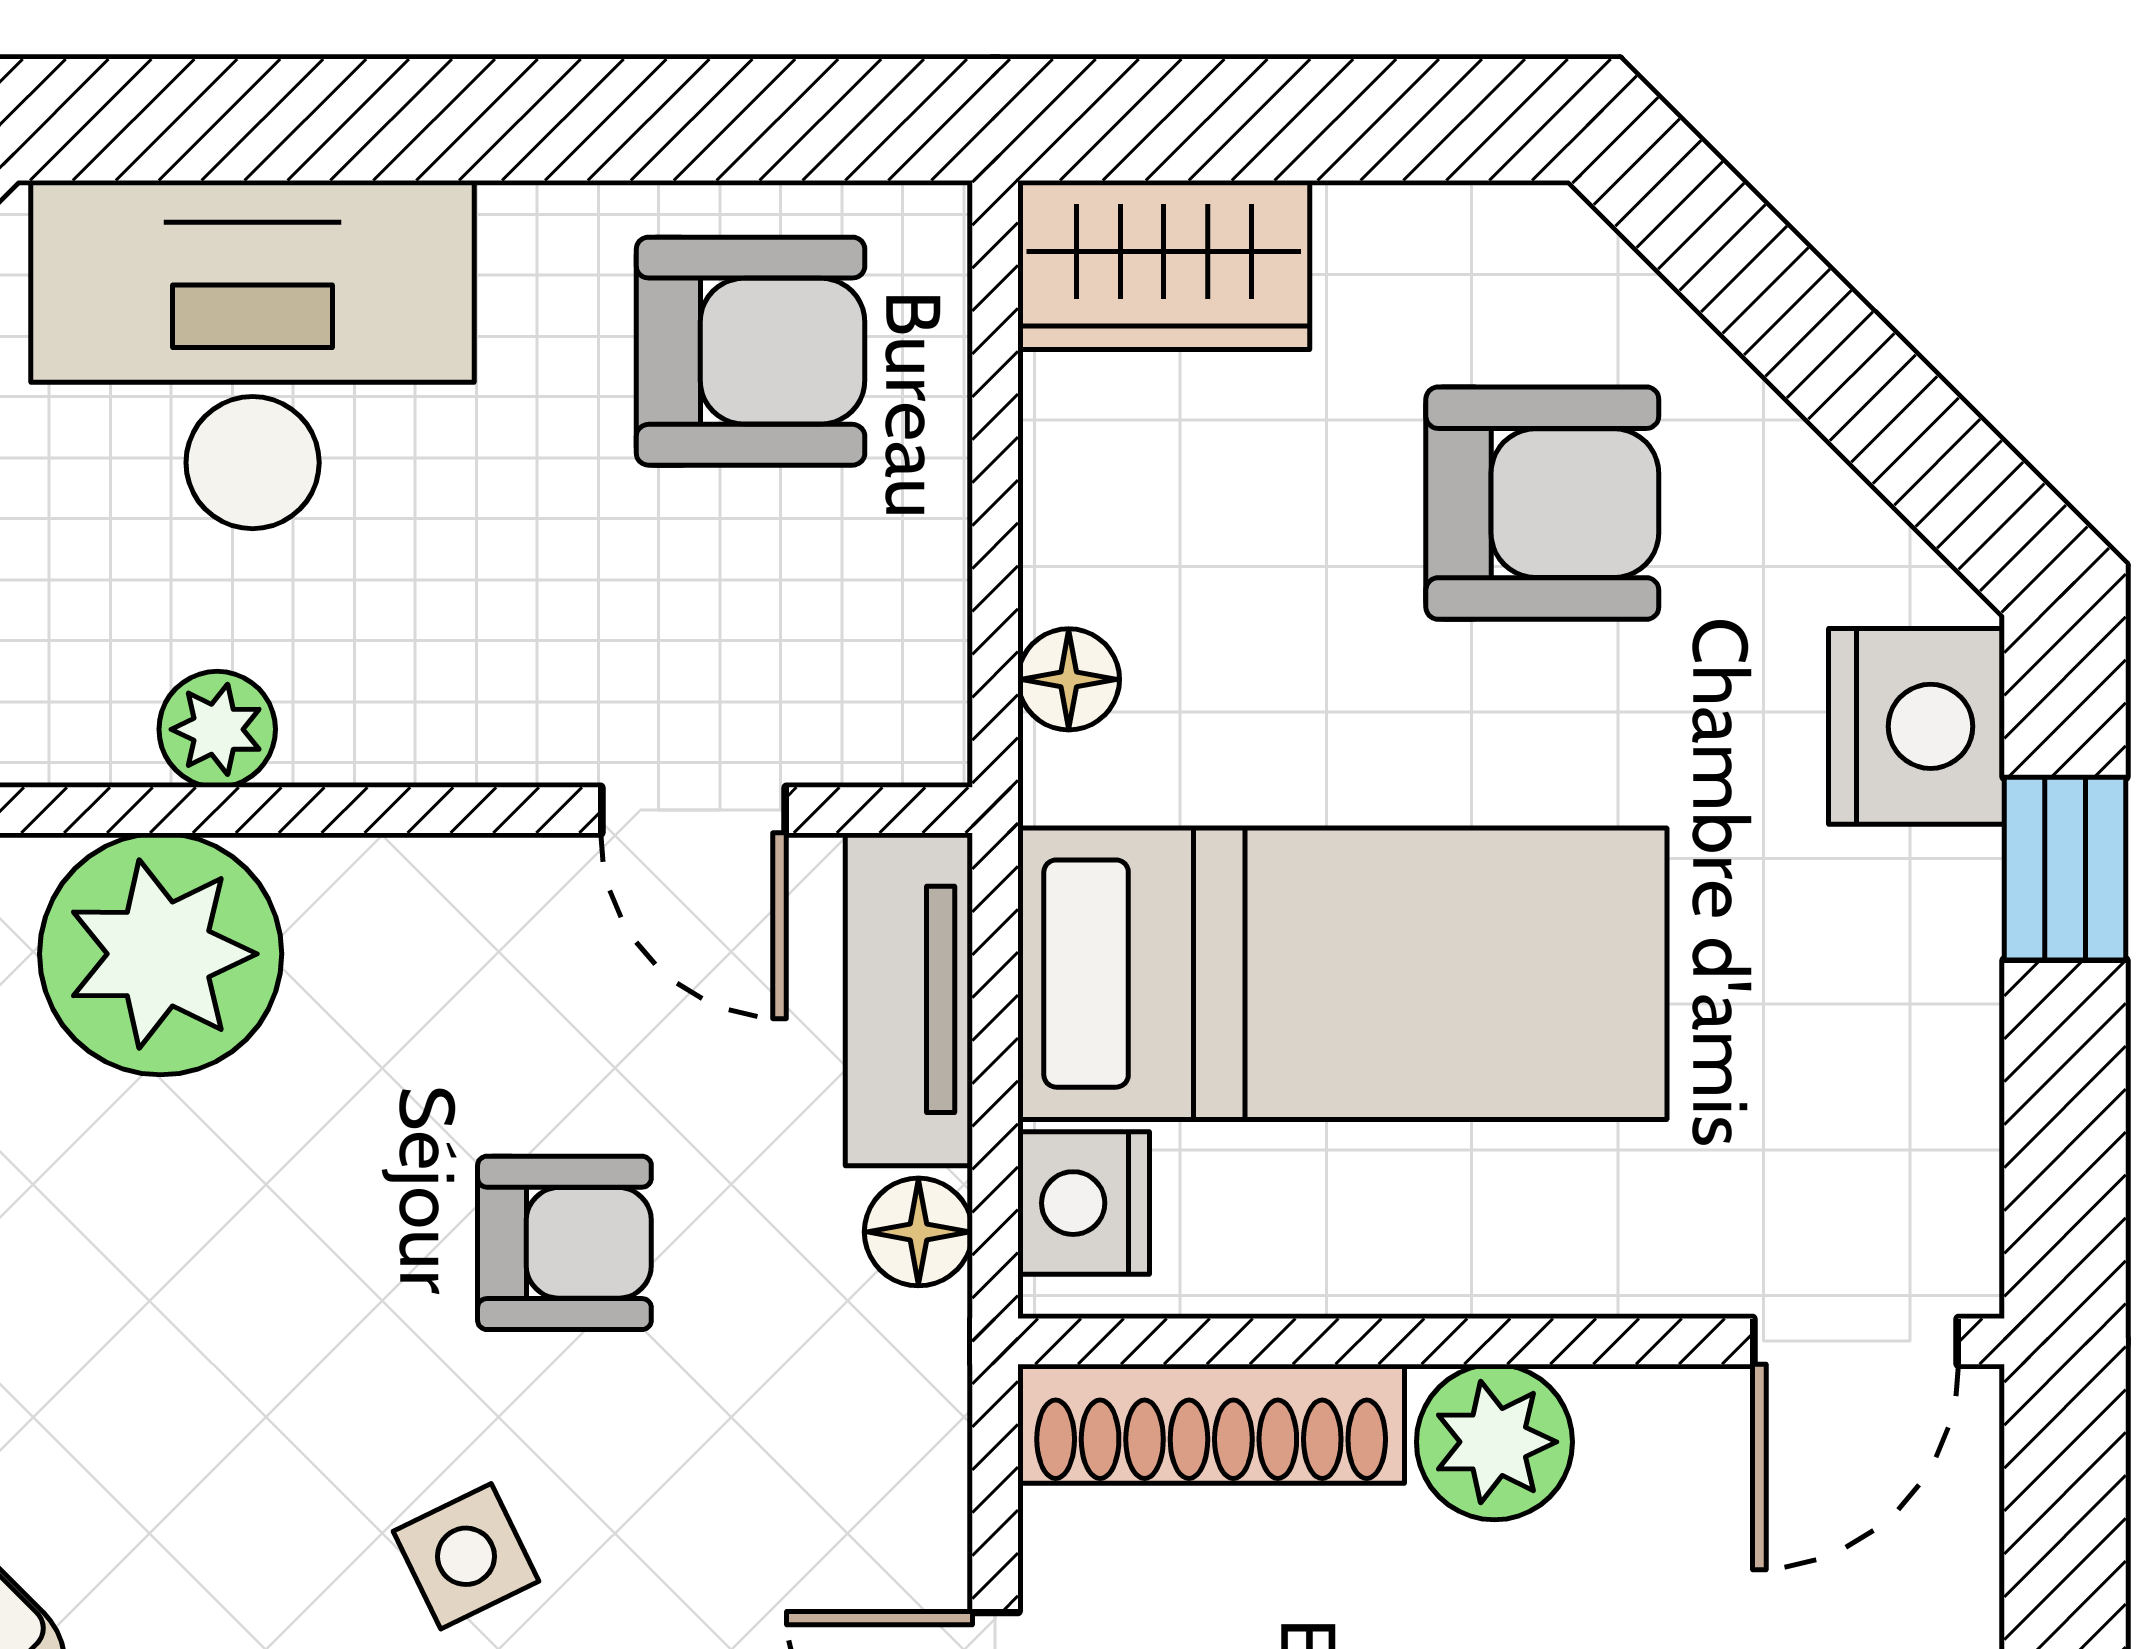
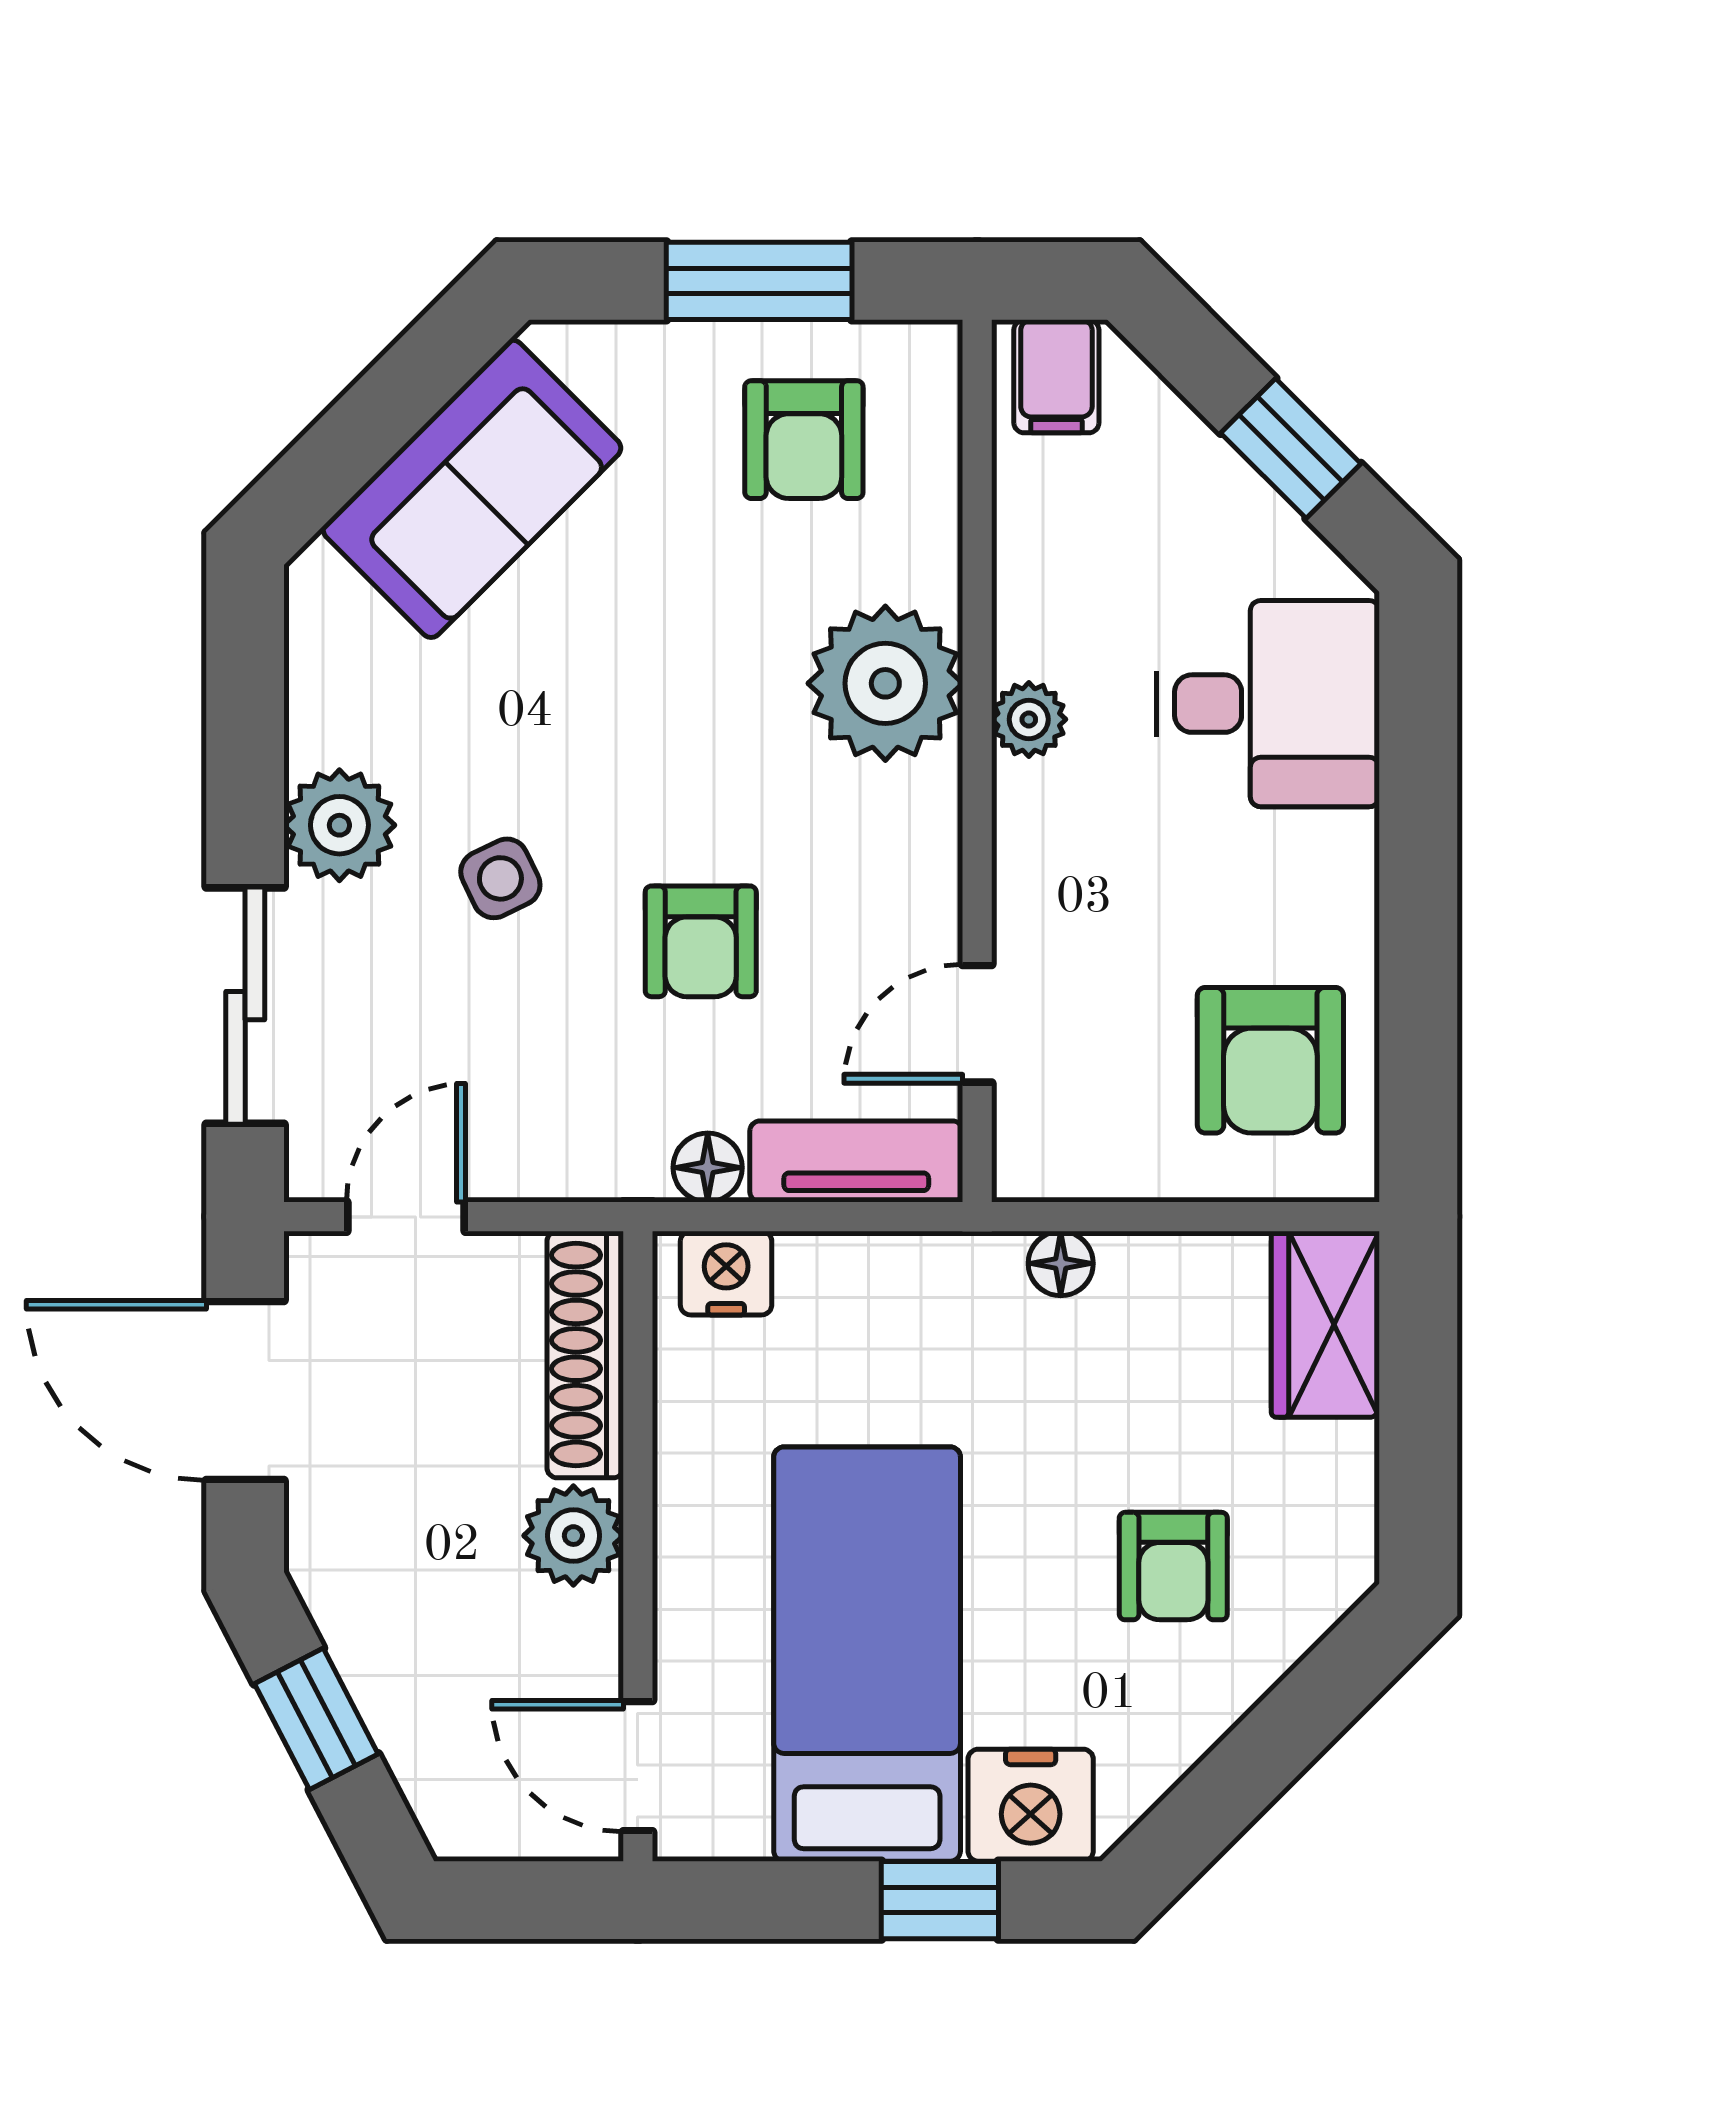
desk: (253, 355) -> (1268, 704), width x0.73
armchair: (1542, 503) -> (1173, 1566), width x0.72, depth x0.72
bed: (1342, 974) -> (867, 1654), moved, turned 180

